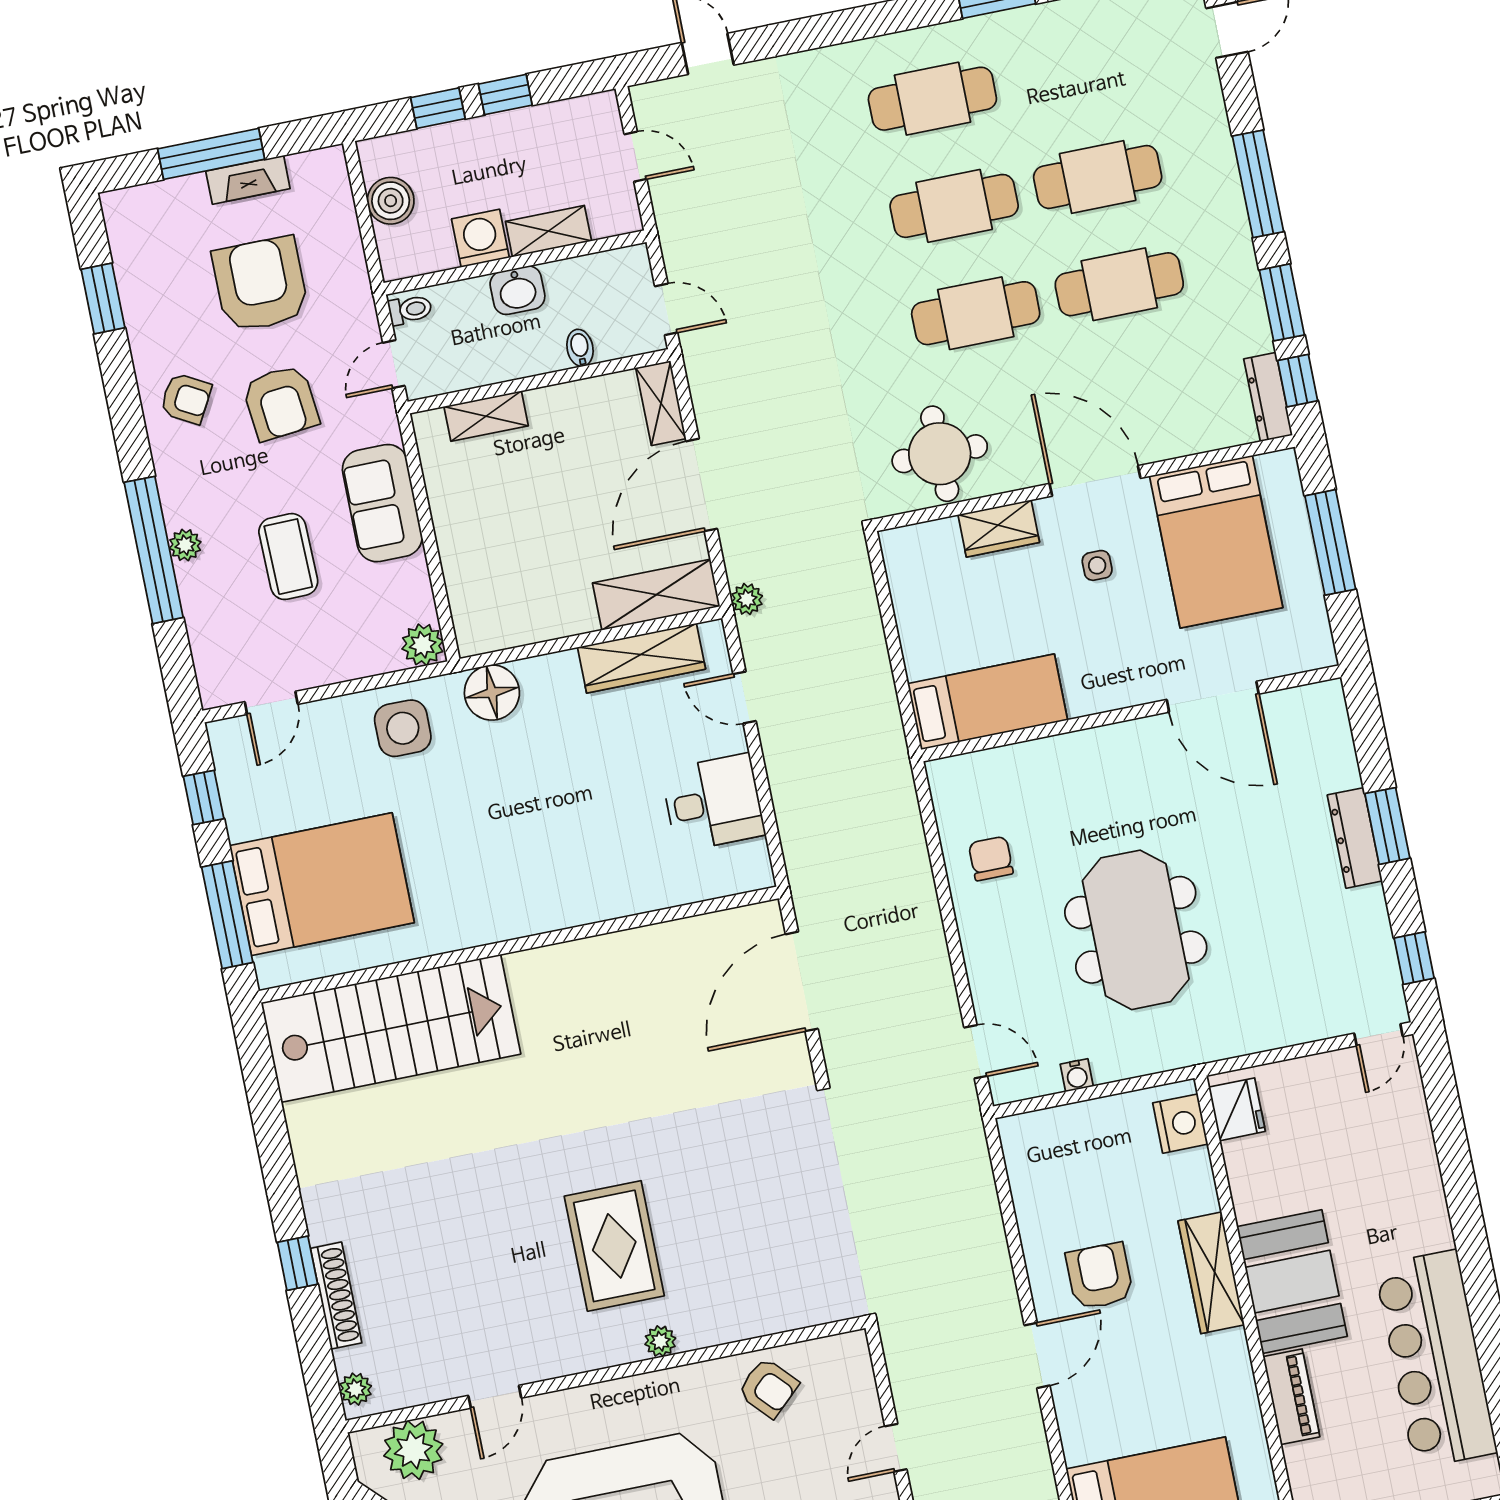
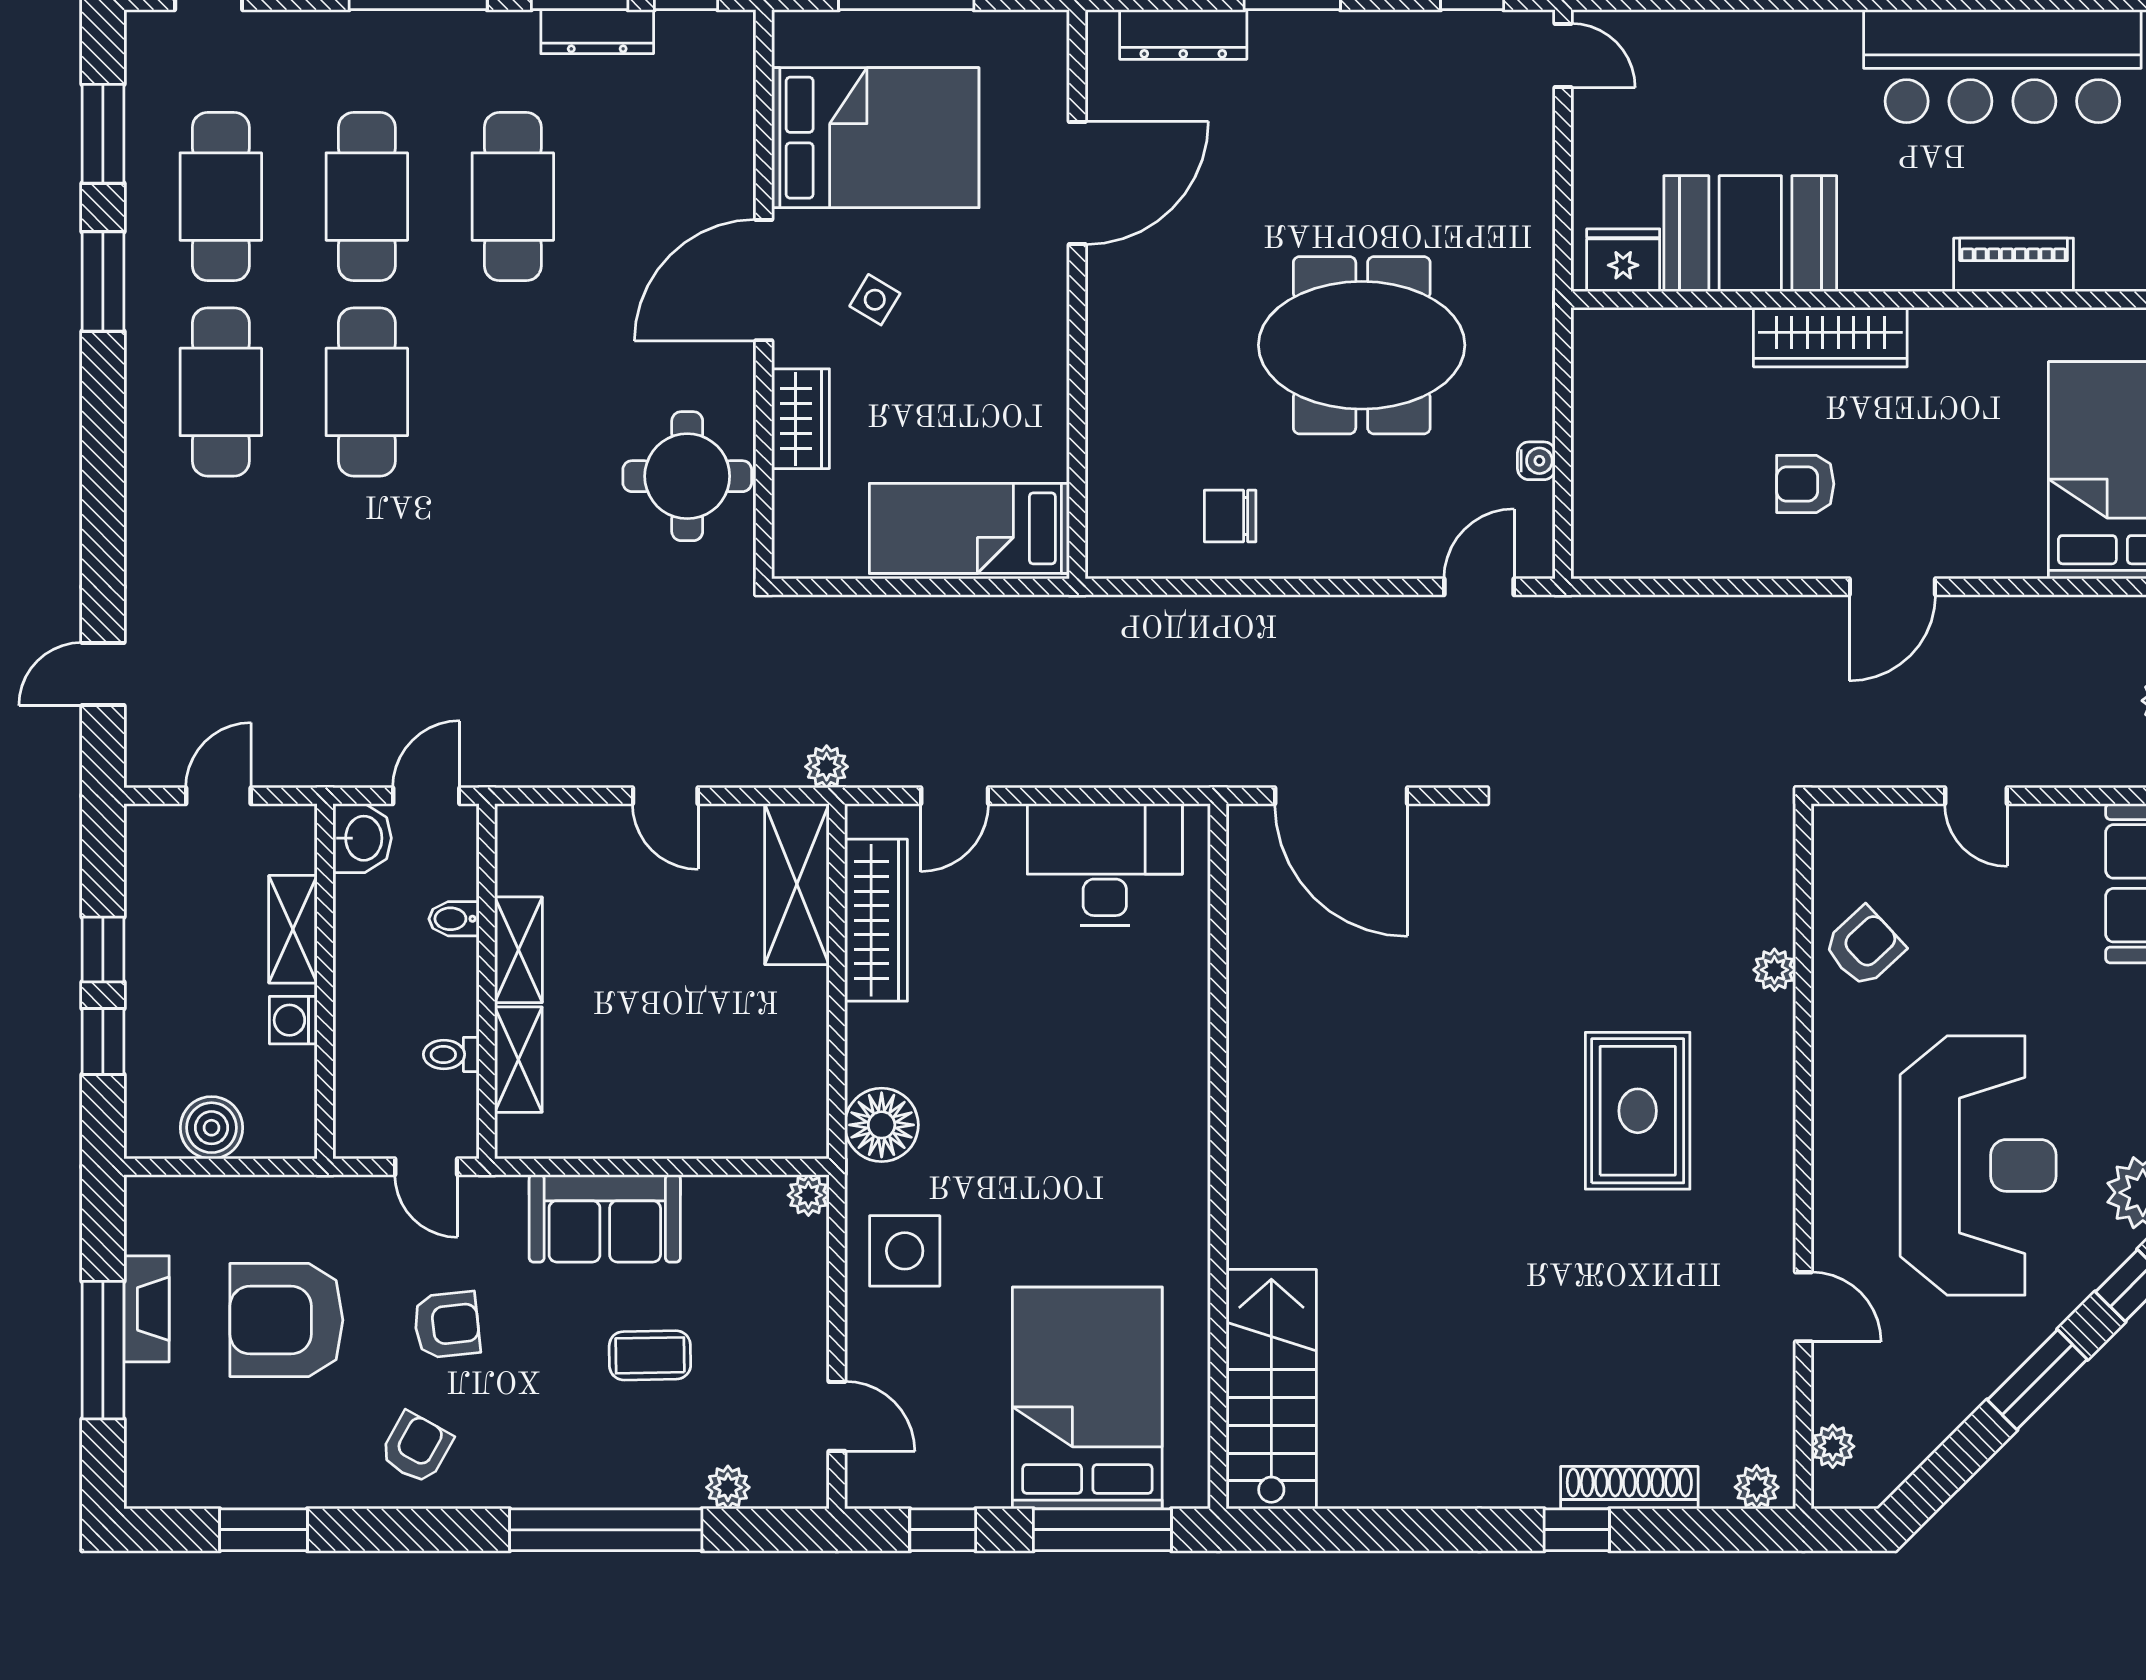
washing machine: (480, 238) -> (293, 1020), width x0.73, depth x0.73
washbasin: (517, 290) -> (362, 838), moved
toilet: (410, 310) -> (451, 1054), moved, turned -90
cafe table: (976, 313) -> (221, 197), moved
dresser: (1268, 397) -> (597, 32), moved
armchair: (281, 403) -> (447, 1325), width x0.72, depth x0.72
shelving: (661, 403) -> (519, 950), moved, turned 90
door: (702, 485) -> (665, 796), width x0.53
plant: (185, 545) -> (728, 1487), moved
coffee table: (288, 557) -> (650, 1355), width x0.73, depth x0.77
side table: (1097, 565) -> (875, 300), turned 31
plant: (423, 645) -> (808, 1195), width x0.73, depth x0.73
bed: (988, 702) -> (969, 528), moved, turned -90
desk: (713, 803) -> (1105, 864), width x1.37
dresser: (1355, 838) -> (1183, 34), moved
stairs: (391, 1028) -> (1271, 1389), width x0.73, depth x0.66
nightstand: (1180, 1124) -> (1627, 338), removed
rug: (614, 1246) -> (1638, 1111), turned 90
armchair: (1100, 1276) -> (1805, 484), width x0.72, depth x0.72
booth: (1292, 1282) -> (1750, 234), moved
plant: (660, 1341) -> (1774, 970), moved
door: (1037, 1355) -> (1892, 587), swing flipped
plant: (413, 1450) -> (1833, 1446), width x0.53, depth x0.53

